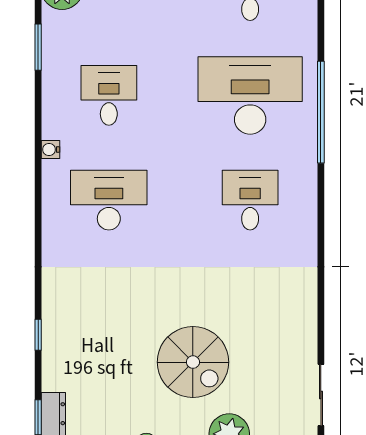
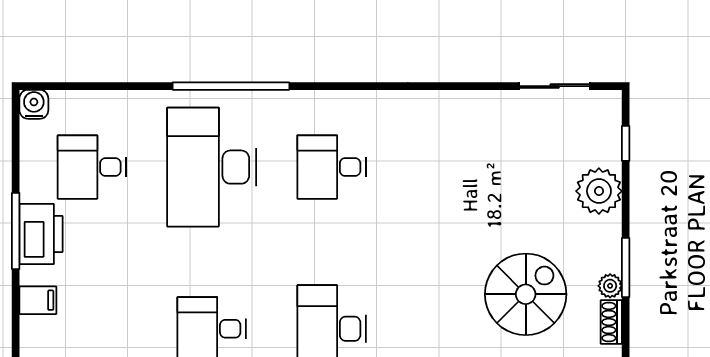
spiral stairs: (193, 362) -> (526, 294), moved

